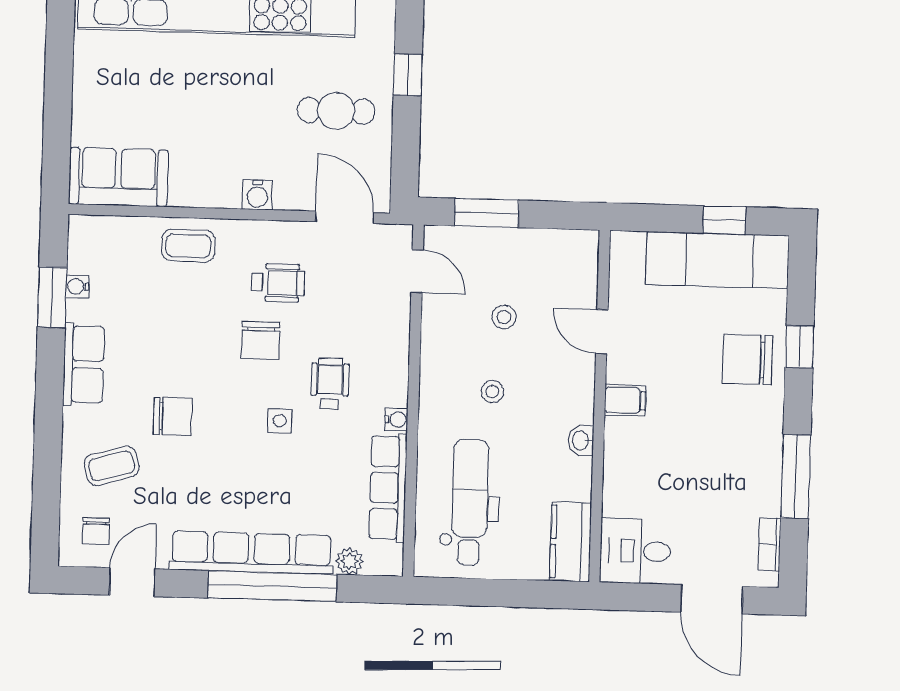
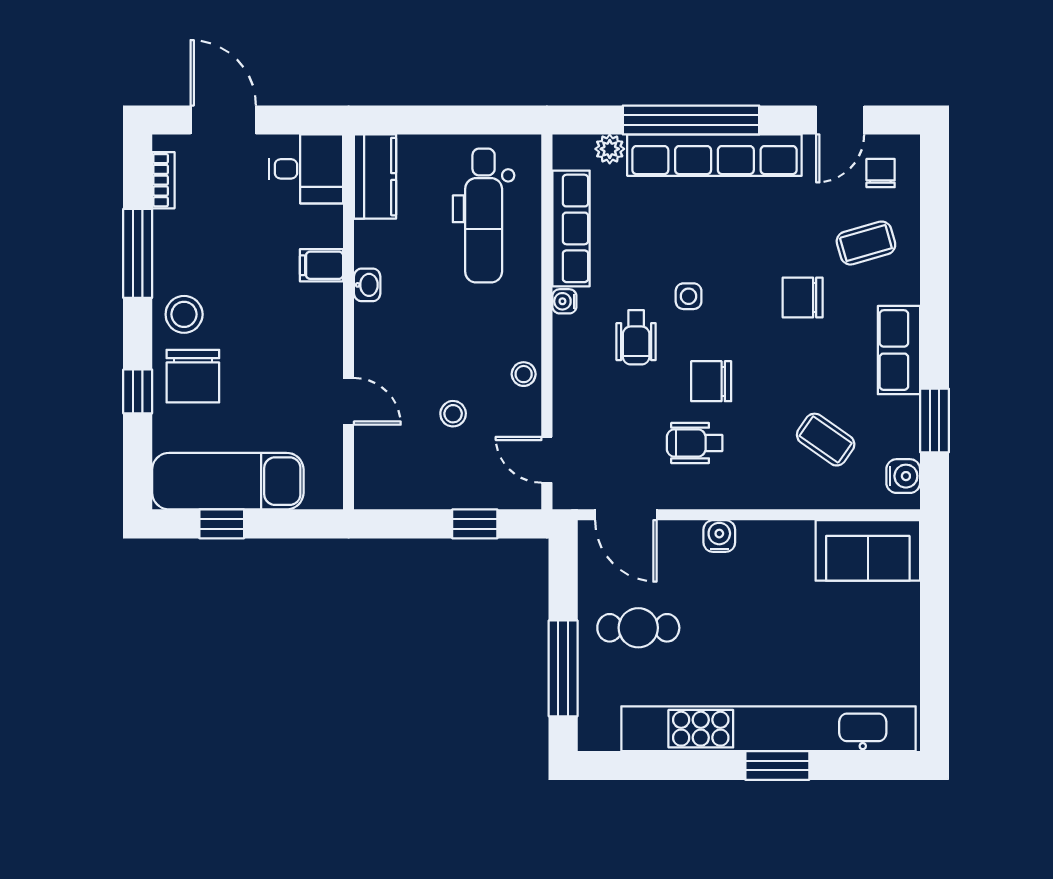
window: (408, 75) -> (563, 668), width x2.17
window: (487, 213) -> (475, 524), width x0.67
coffee table: (188, 246) -> (826, 440), moved, turned 35
water cooler: (77, 286) -> (903, 476), moved, width x1.38, depth x1.38
chair: (261, 340) -> (711, 381), turned -90
chair: (747, 360) -> (193, 376), turned 90
stool: (492, 391) -> (524, 374), moved
filing cabinet: (625, 400) -> (322, 265), moved
stool: (754, 418) -> (184, 314), added

